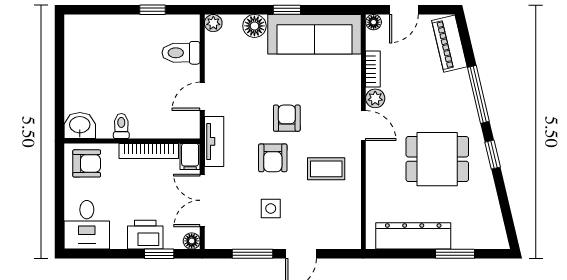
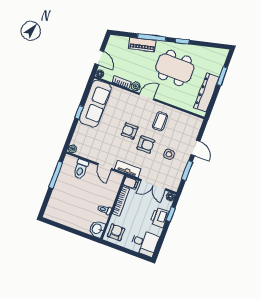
window: (152, 10) -> (56, 175), width x2.17
floor lamp: (254, 26) -> (81, 130), removed
piano: (449, 44) -> (142, 45), moved
dining table: (437, 159) -> (175, 68), width x1.38

